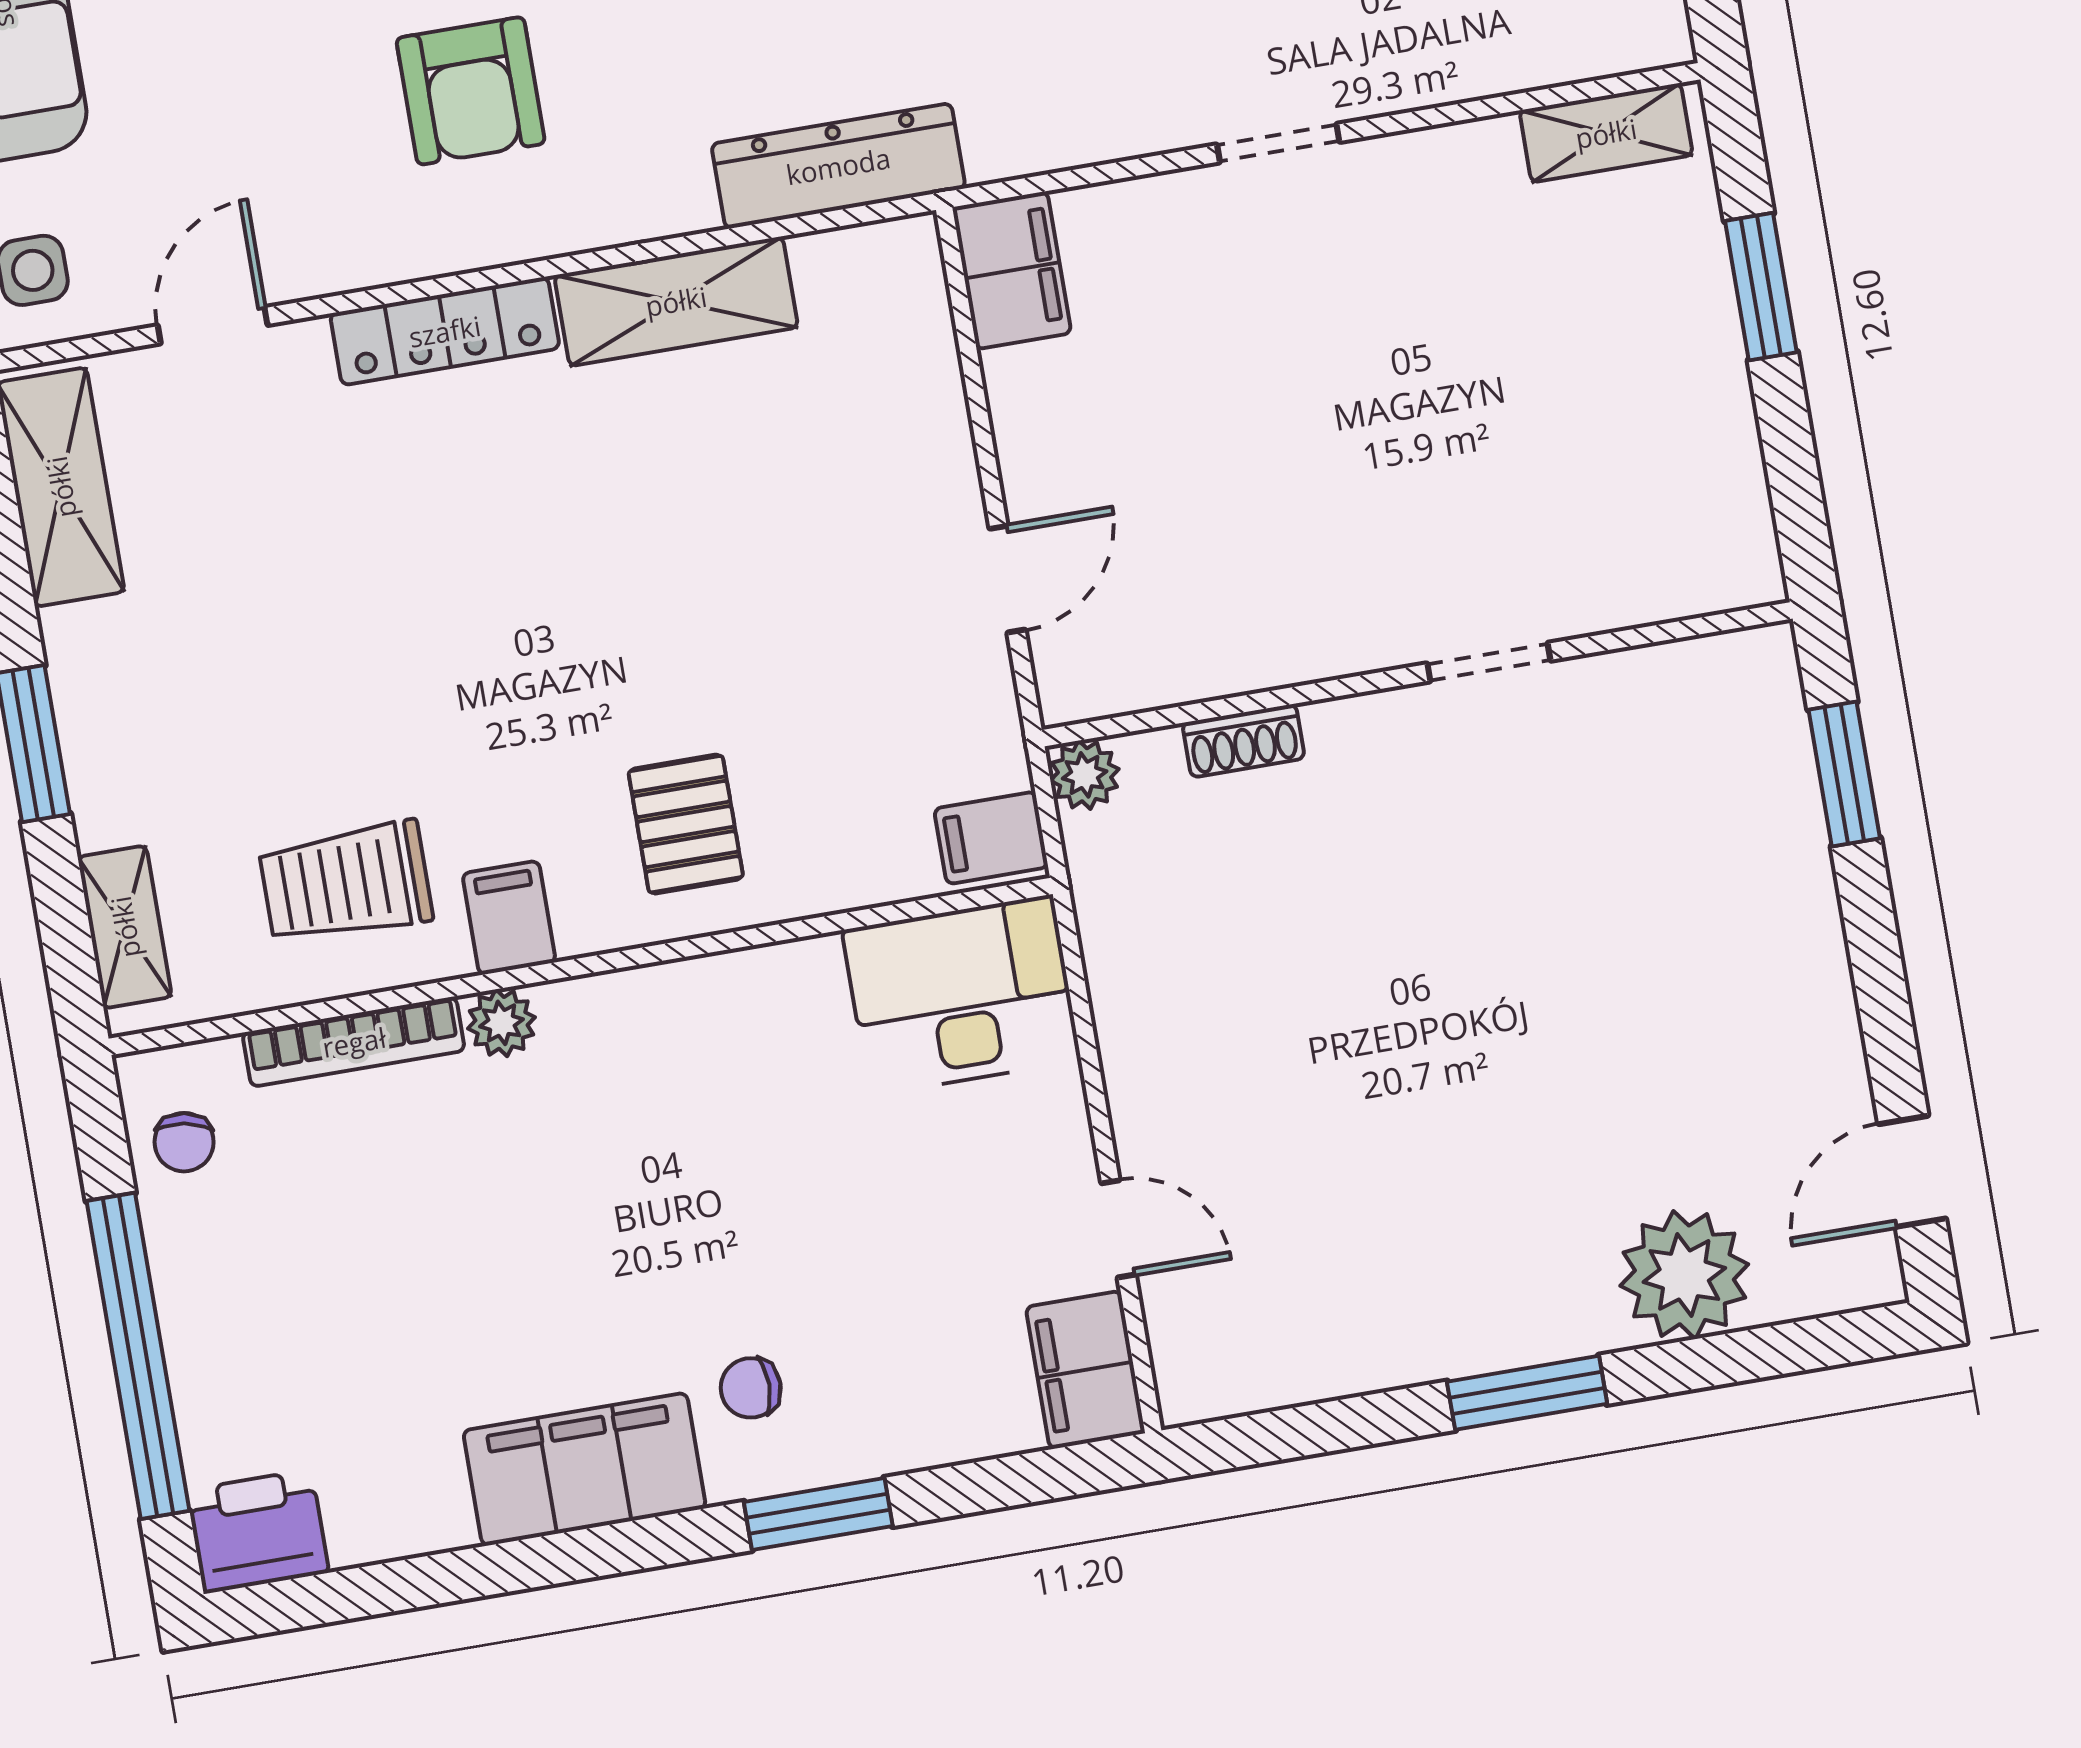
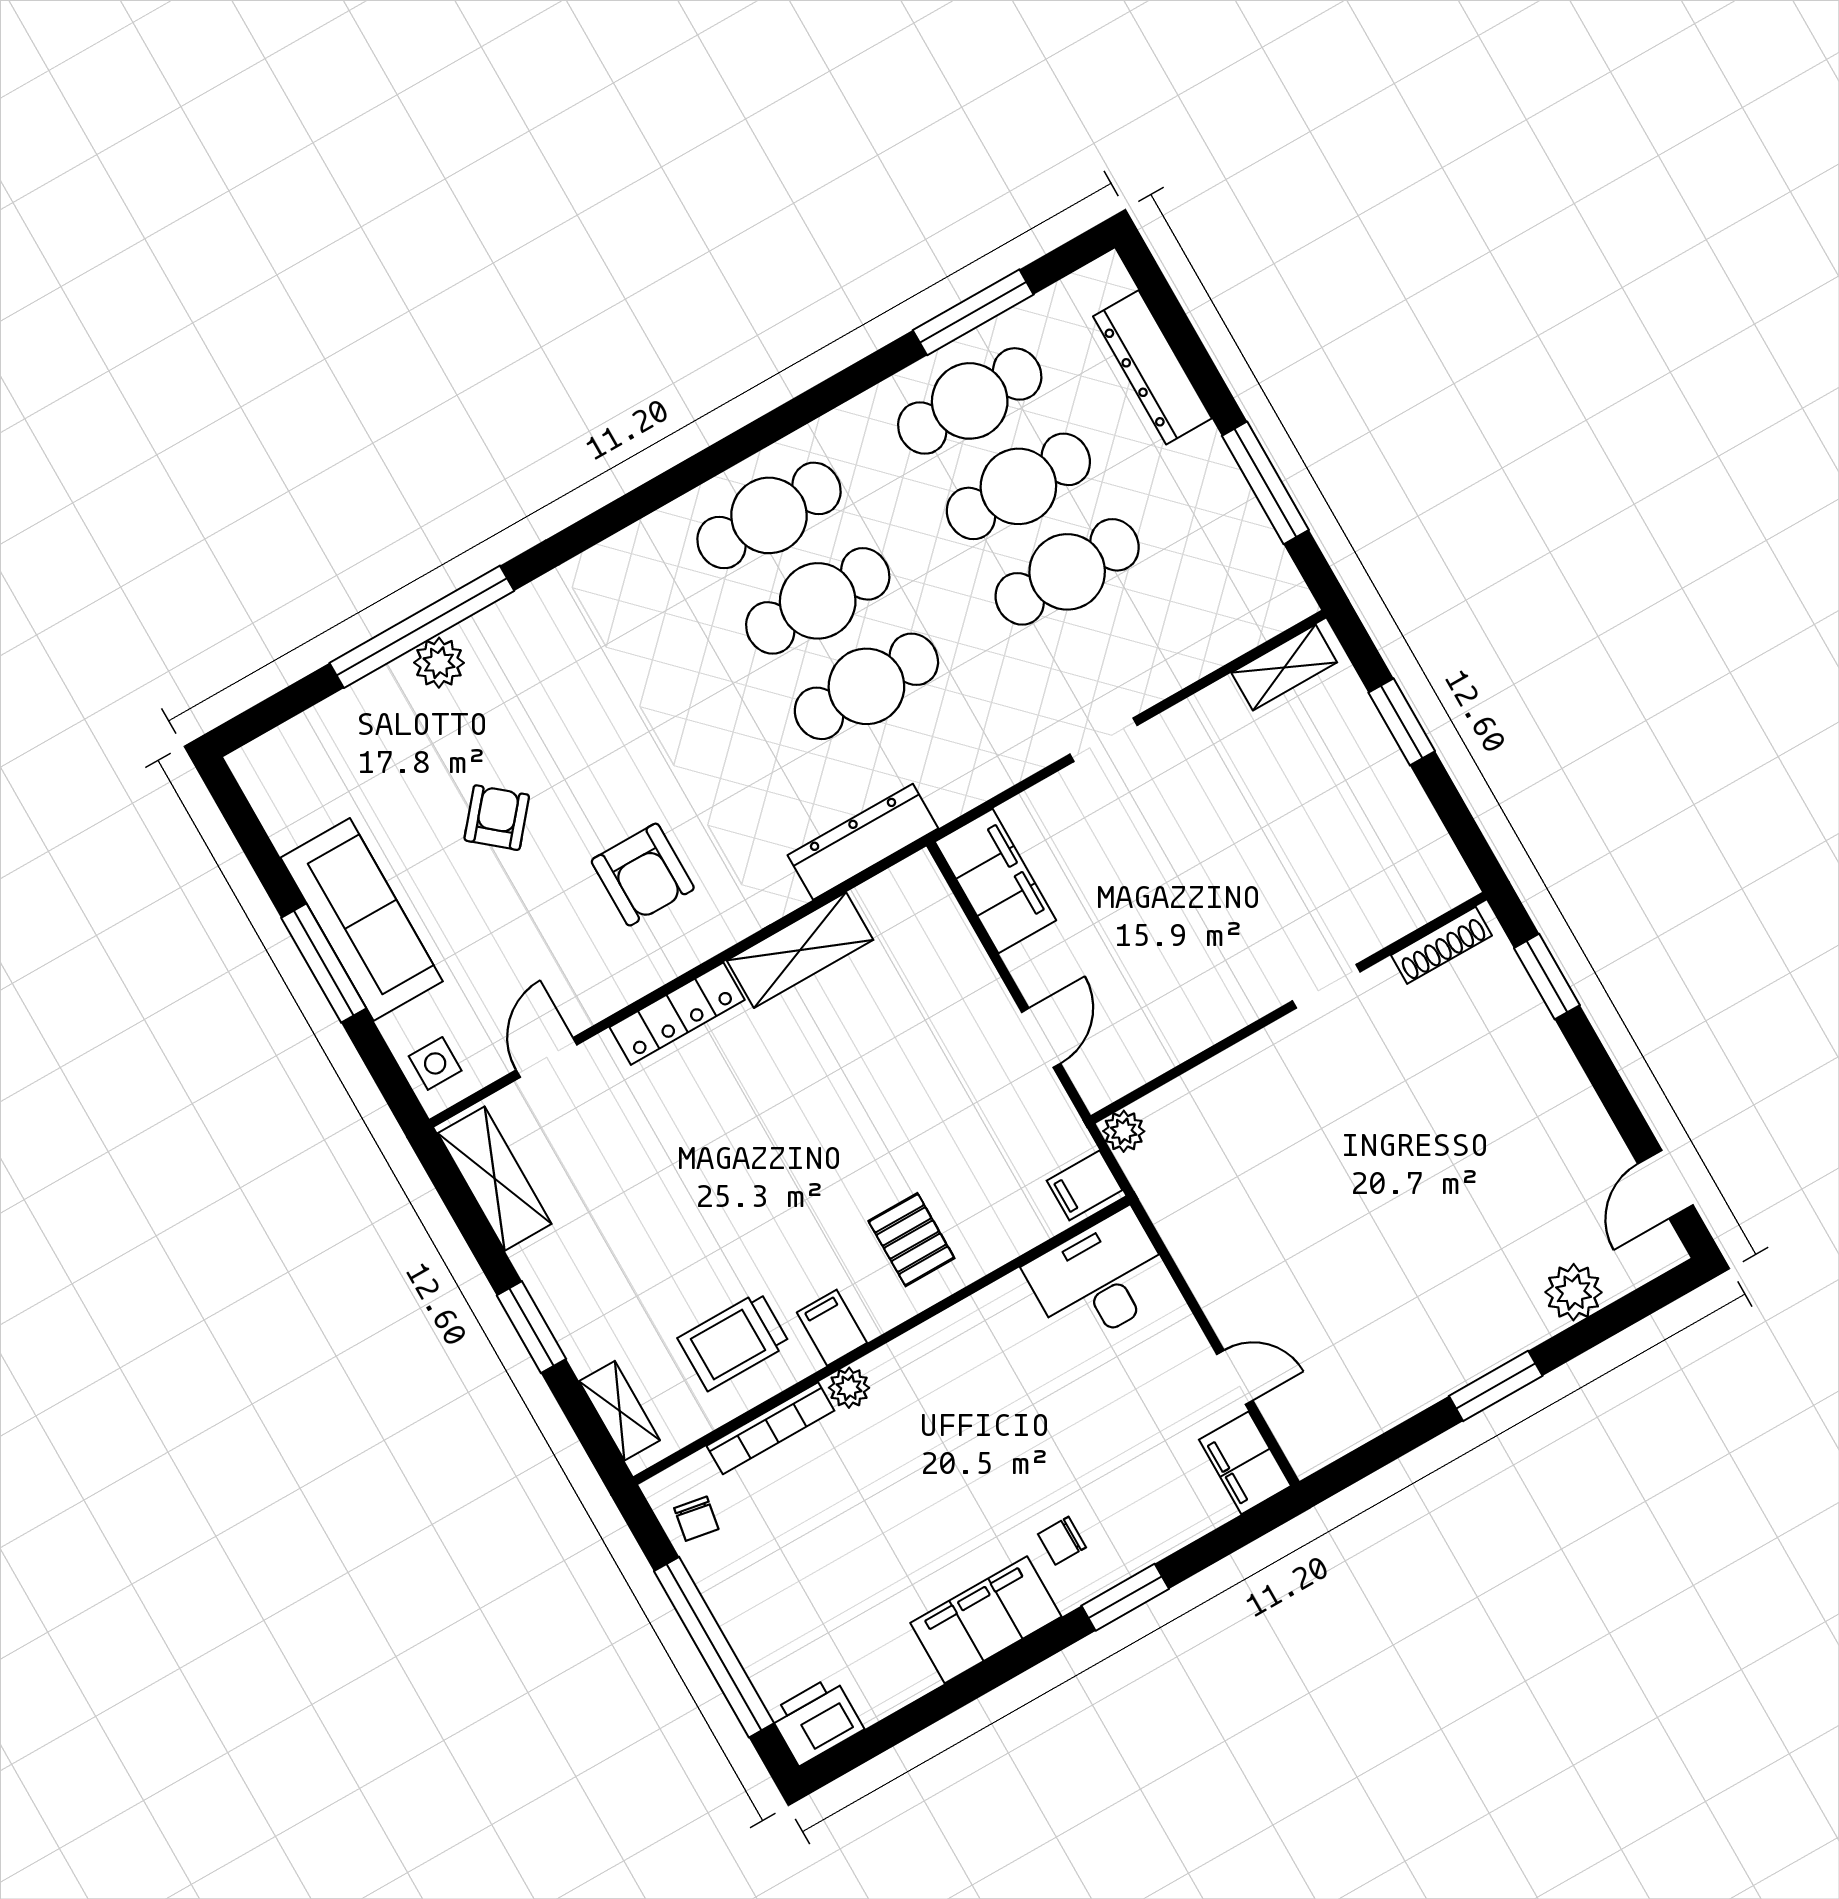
filing cabinet: (1012, 270) -> (996, 881), width x1.50, depth x1.17
shoe rack: (1243, 741) -> (1441, 945), moved, width x1.43
plant: (1684, 1275) -> (1574, 1292), width x0.73, depth x0.73

